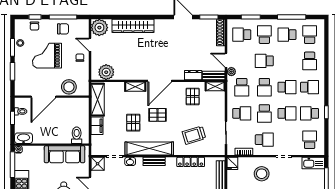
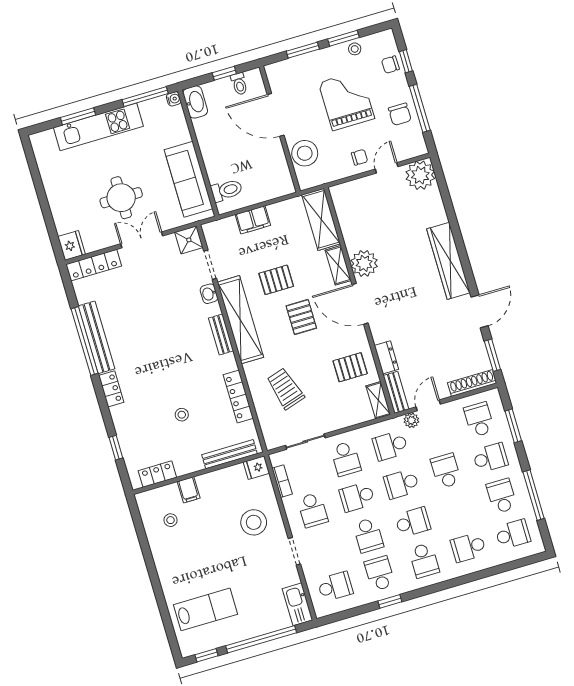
wardrobe: (133, 26) -> (448, 261), moved
plant: (106, 72) -> (364, 263), moved
school desk: (287, 87) -> (413, 522), turned -90
shelving: (98, 100) -> (321, 219), moved, turned 90

